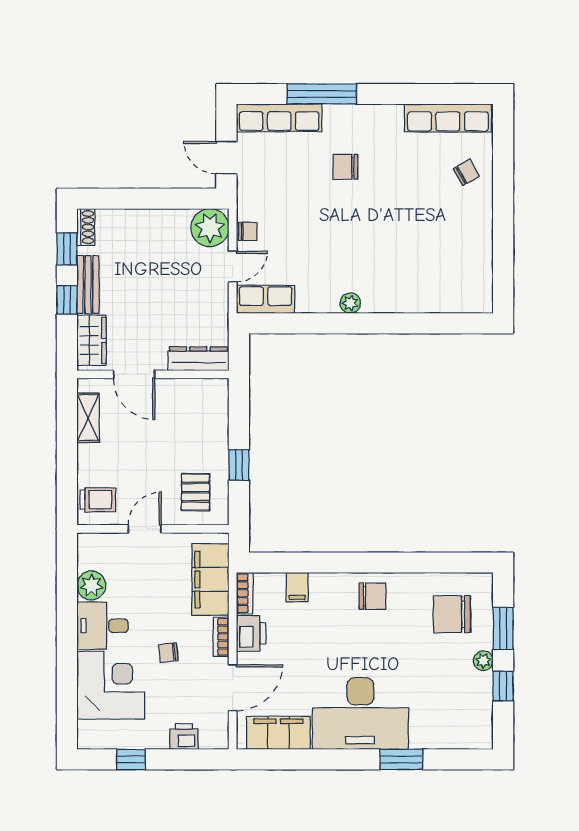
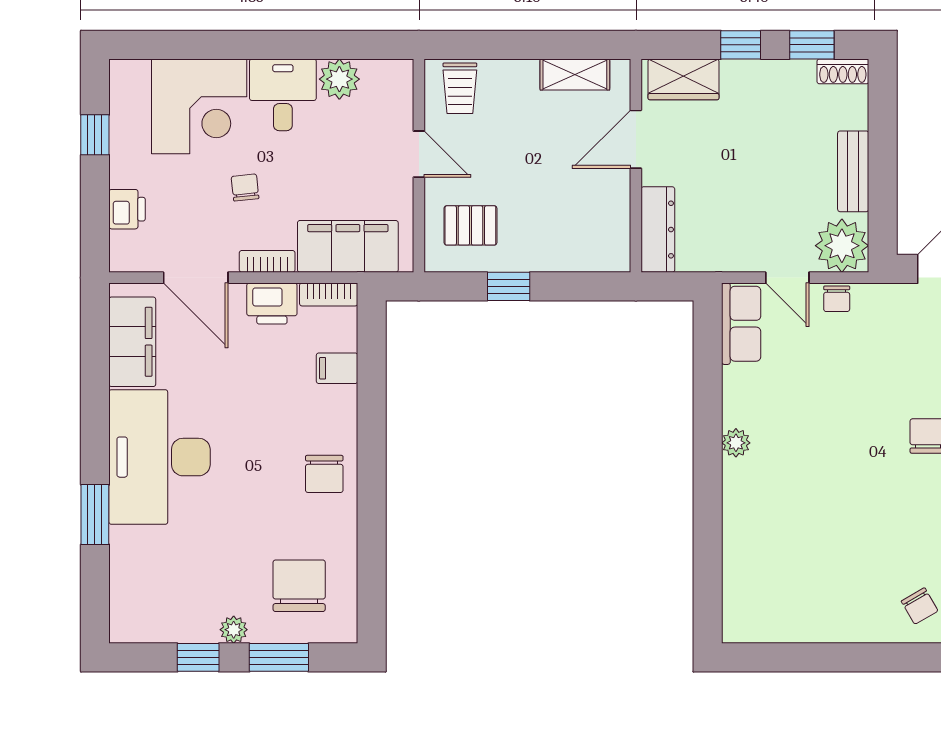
bench: (88, 284) -> (853, 171), moved, turned 90

